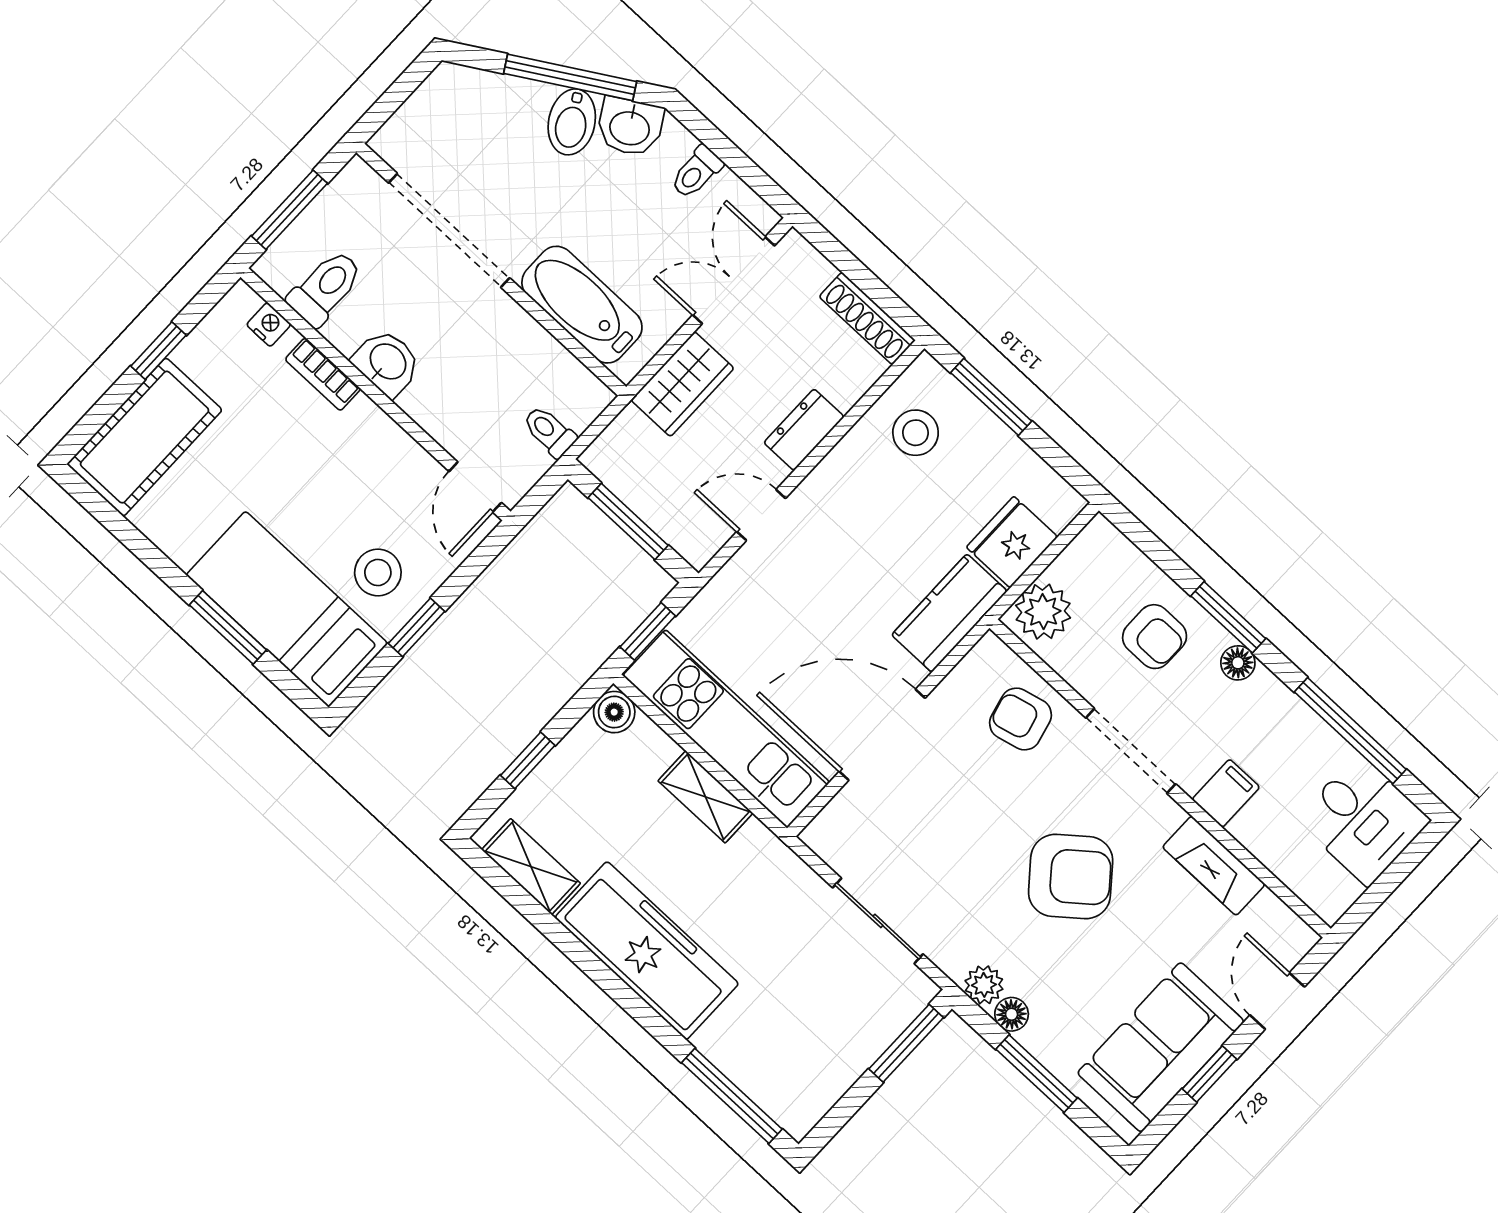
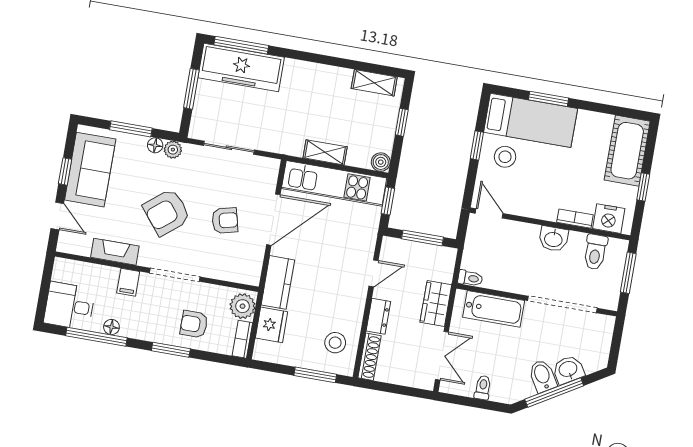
washbasin: (630, 127) -> (568, 370), moved
shoe rack: (867, 318) -> (370, 357), moved, turned 90
nightstand: (269, 325) -> (609, 219), width x1.89, depth x1.79
toilet: (549, 431) -> (470, 278), moved
bookcase: (1083, 550) -> (242, 339), added
floor lamp: (1238, 663) -> (111, 327), moved
armchair: (1021, 719) -> (225, 220), moved
freezer: (647, 951) -> (241, 67), moved
window: (906, 1043) -> (191, 89), moved

